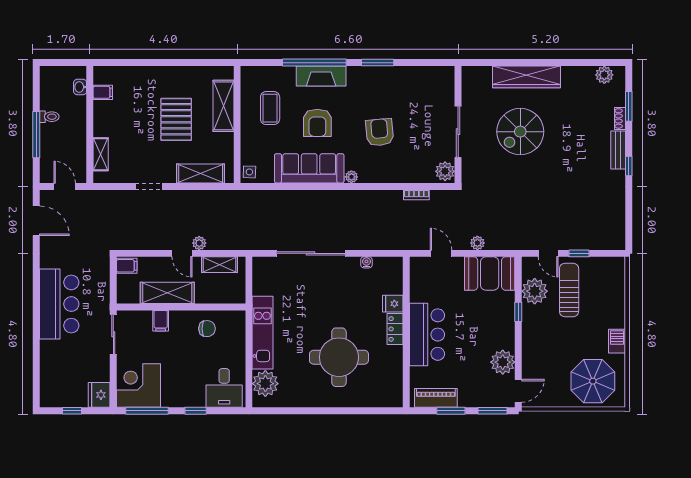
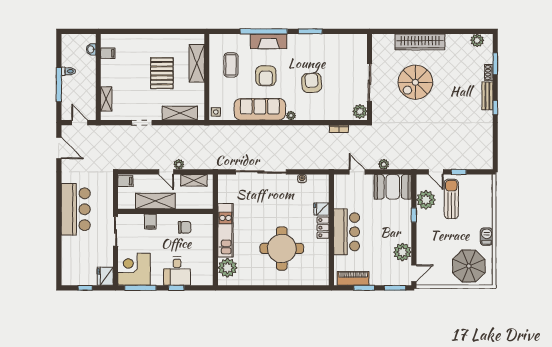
desk: (224, 388) -> (177, 271), moved

